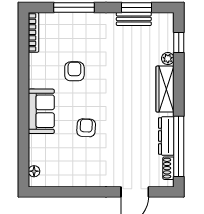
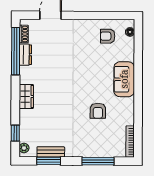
plant: (168, 59) -> (24, 148), moved
wardrobe: (165, 89) -> (26, 96), width x0.67
armchair: (86, 128) -> (108, 36), moved, turned 87
dresser: (166, 136) -> (25, 55), width x0.70

